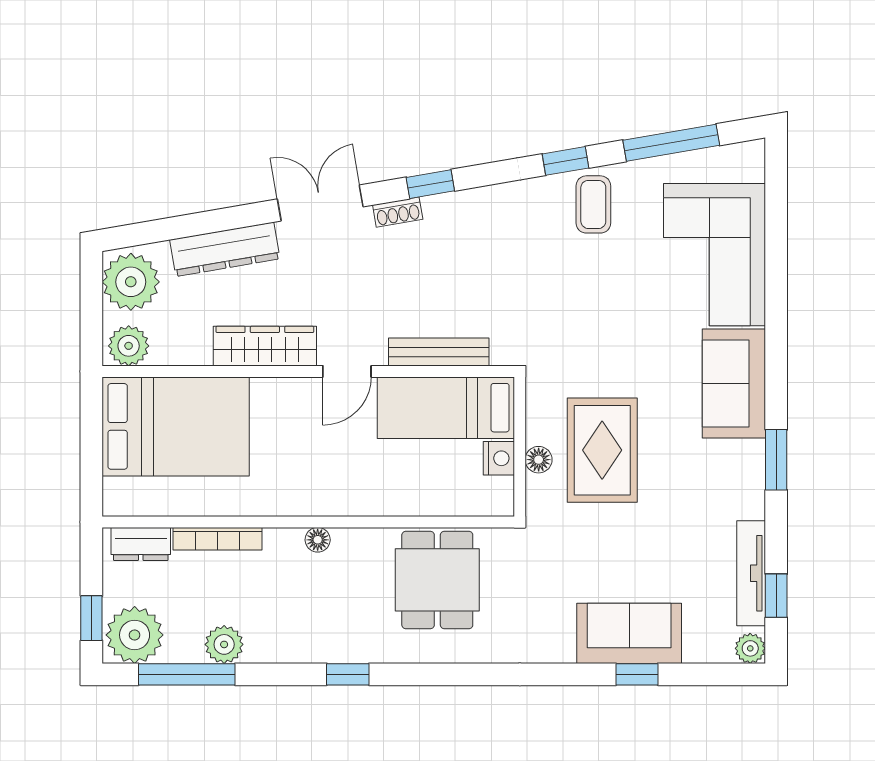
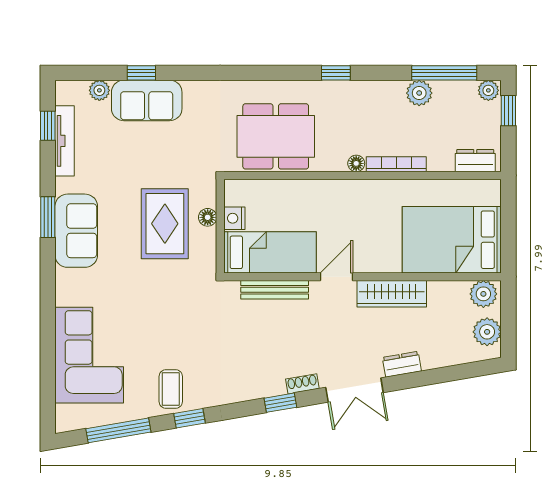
dresser: (225, 249) -> (402, 364), width x0.51, depth x0.80
plant: (131, 282) -> (487, 332), width x0.73, depth x0.73
sofa: (734, 383) -> (76, 231), moved
bookcase: (217, 539) -> (396, 164), moved
dining table: (437, 580) -> (276, 136), width x1.38
plant: (135, 635) -> (488, 90), width x0.53, depth x0.53
plant: (750, 648) -> (99, 90), moved

